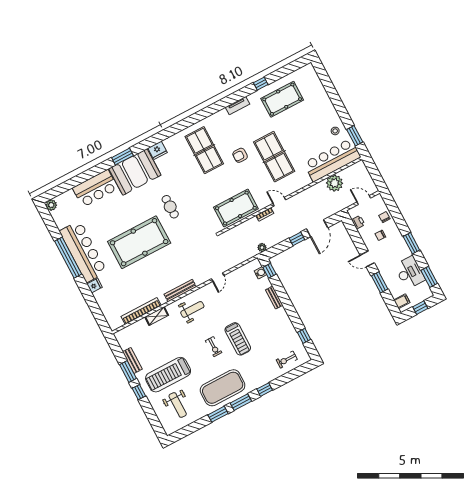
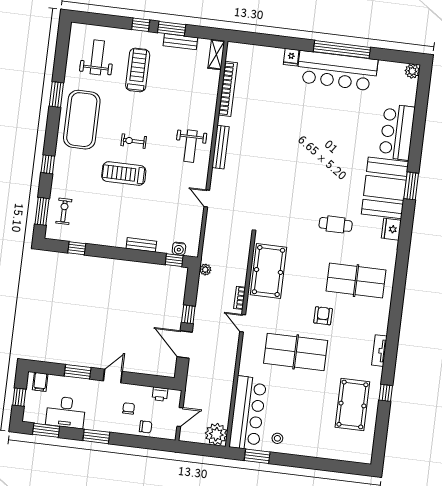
plant: (335, 183) -> (216, 434), moved
door: (279, 202) -> (243, 323), swing flipped
cafe table: (170, 207) -> (336, 224), moved
pool table: (139, 242) -> (305, 139), removed
shelving: (157, 316) -> (216, 55), moved
treadmill: (168, 375) -> (138, 70), width x0.73, depth x0.73
window: (241, 402) -> (42, 211), moved
weight bench: (178, 405) -> (97, 57), turned 90

